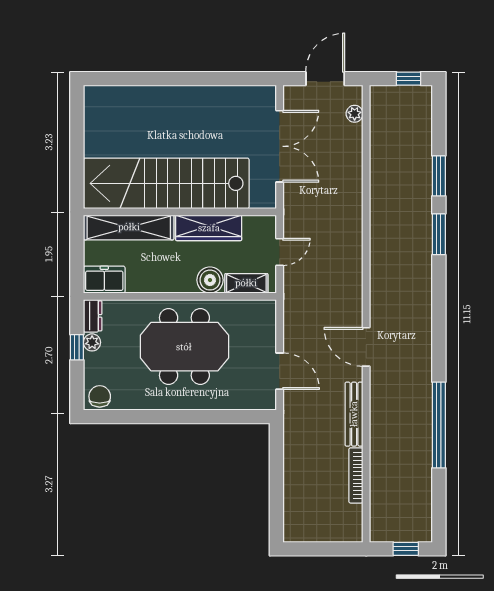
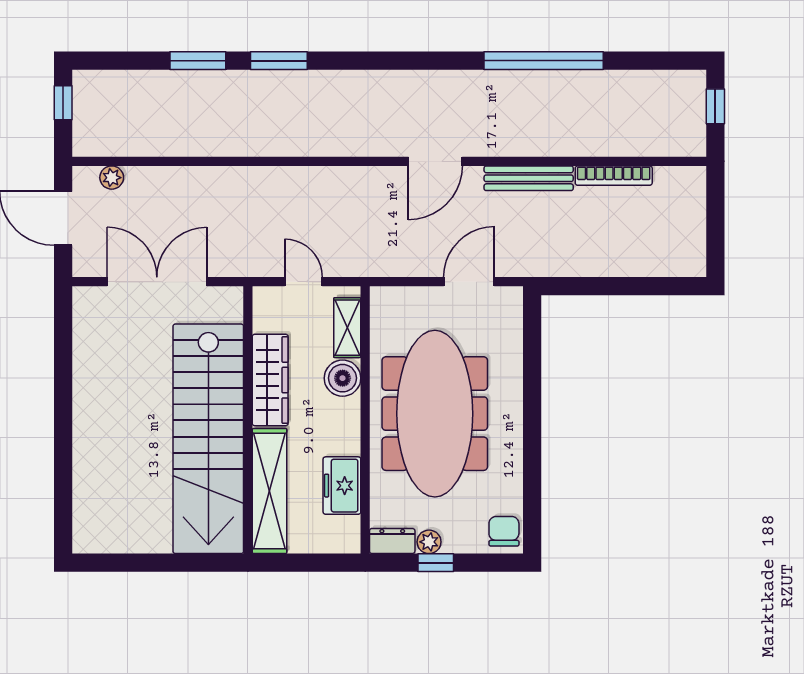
freezer: (104, 280) -> (342, 486), moved
meeting table: (184, 347) -> (435, 414), width x1.36
chair: (100, 396) -> (504, 531), turned 90

